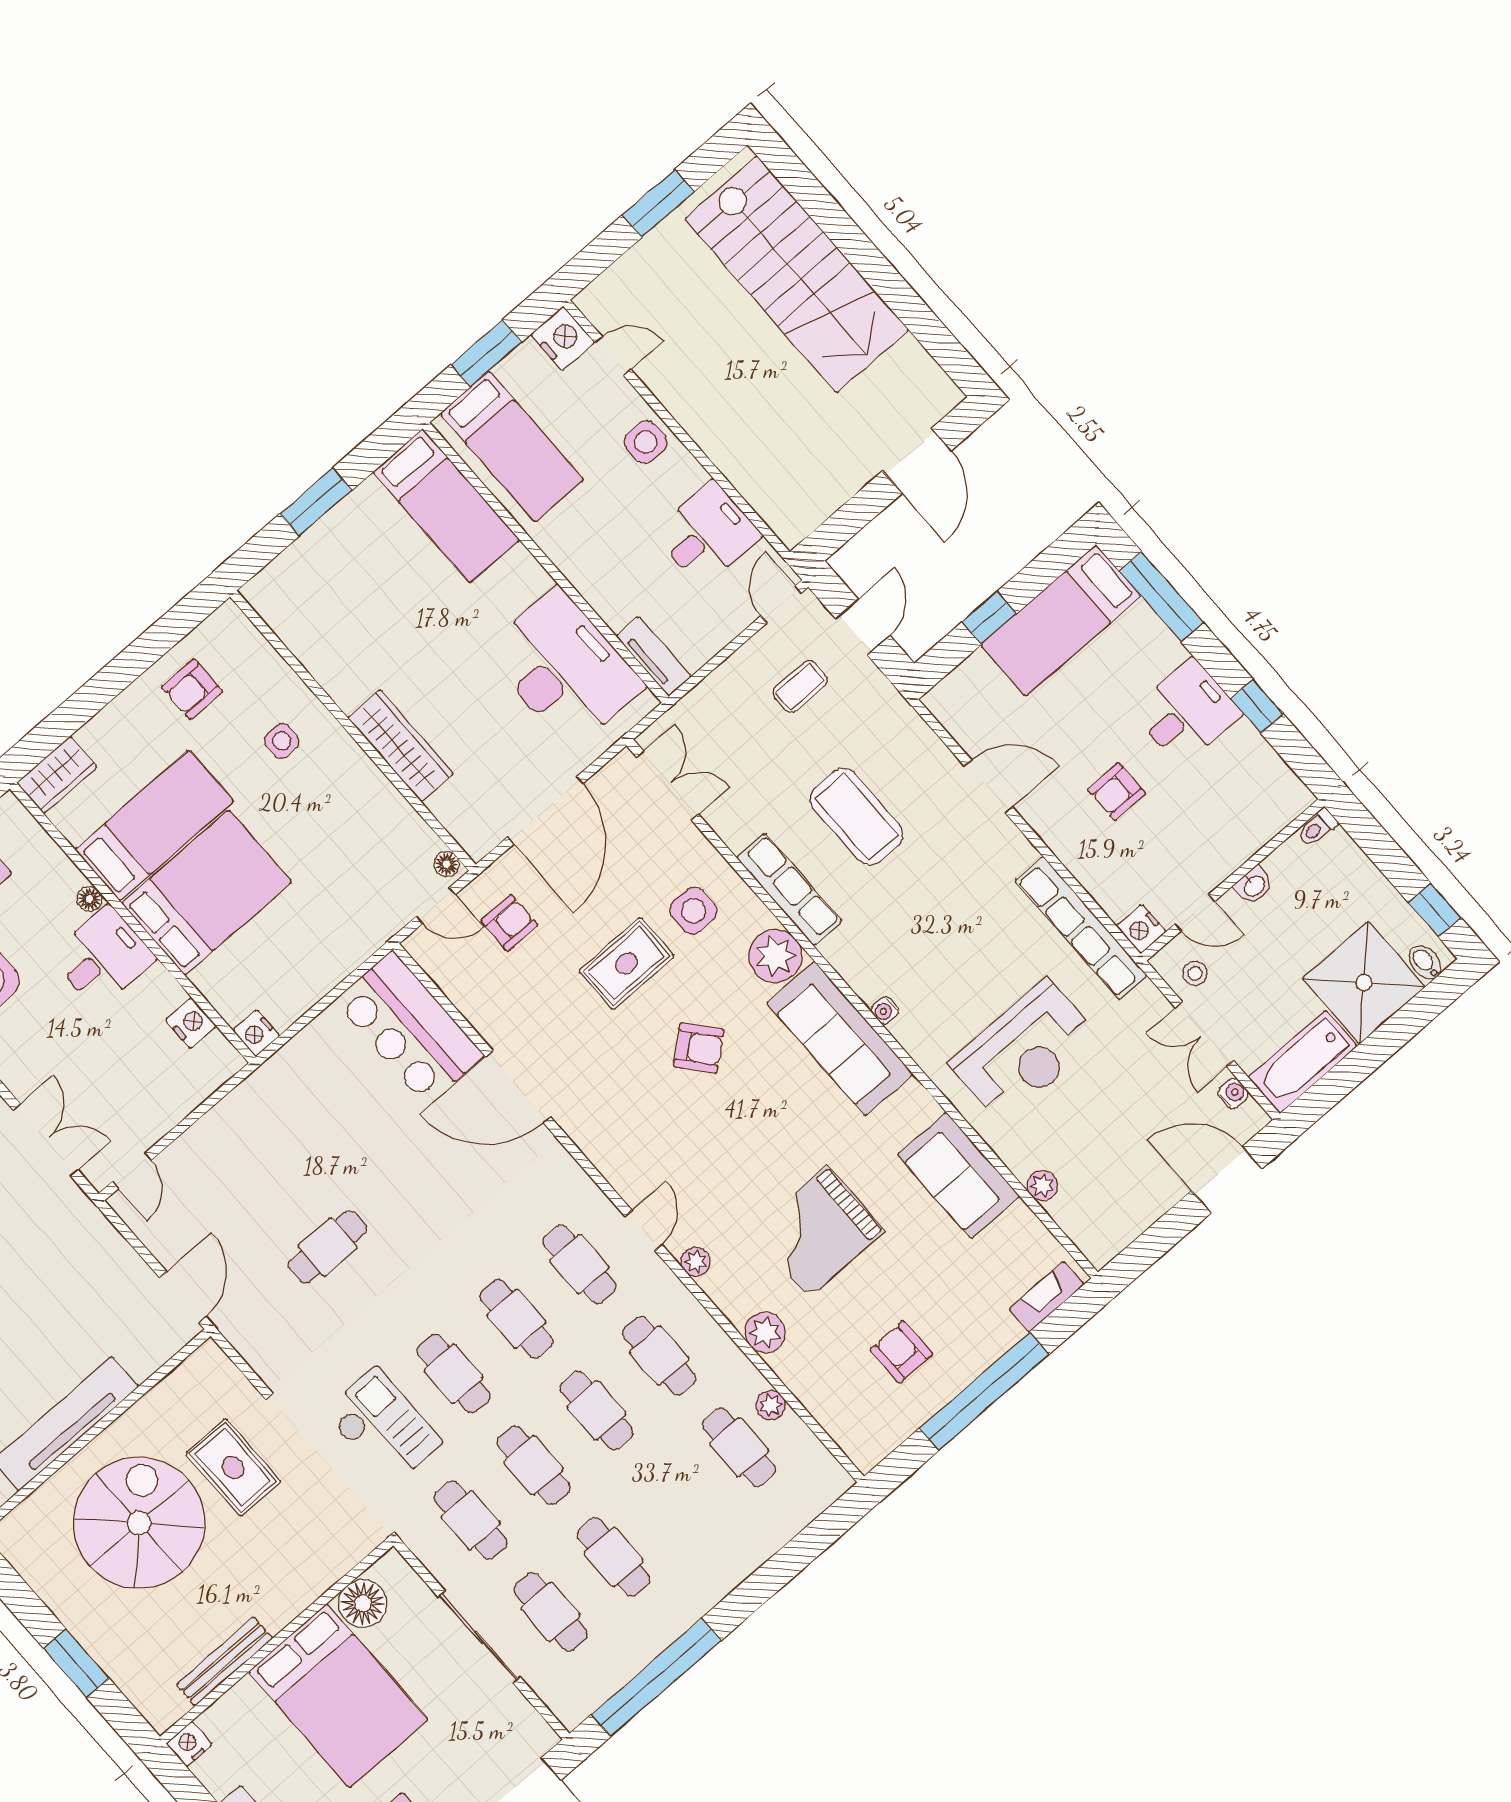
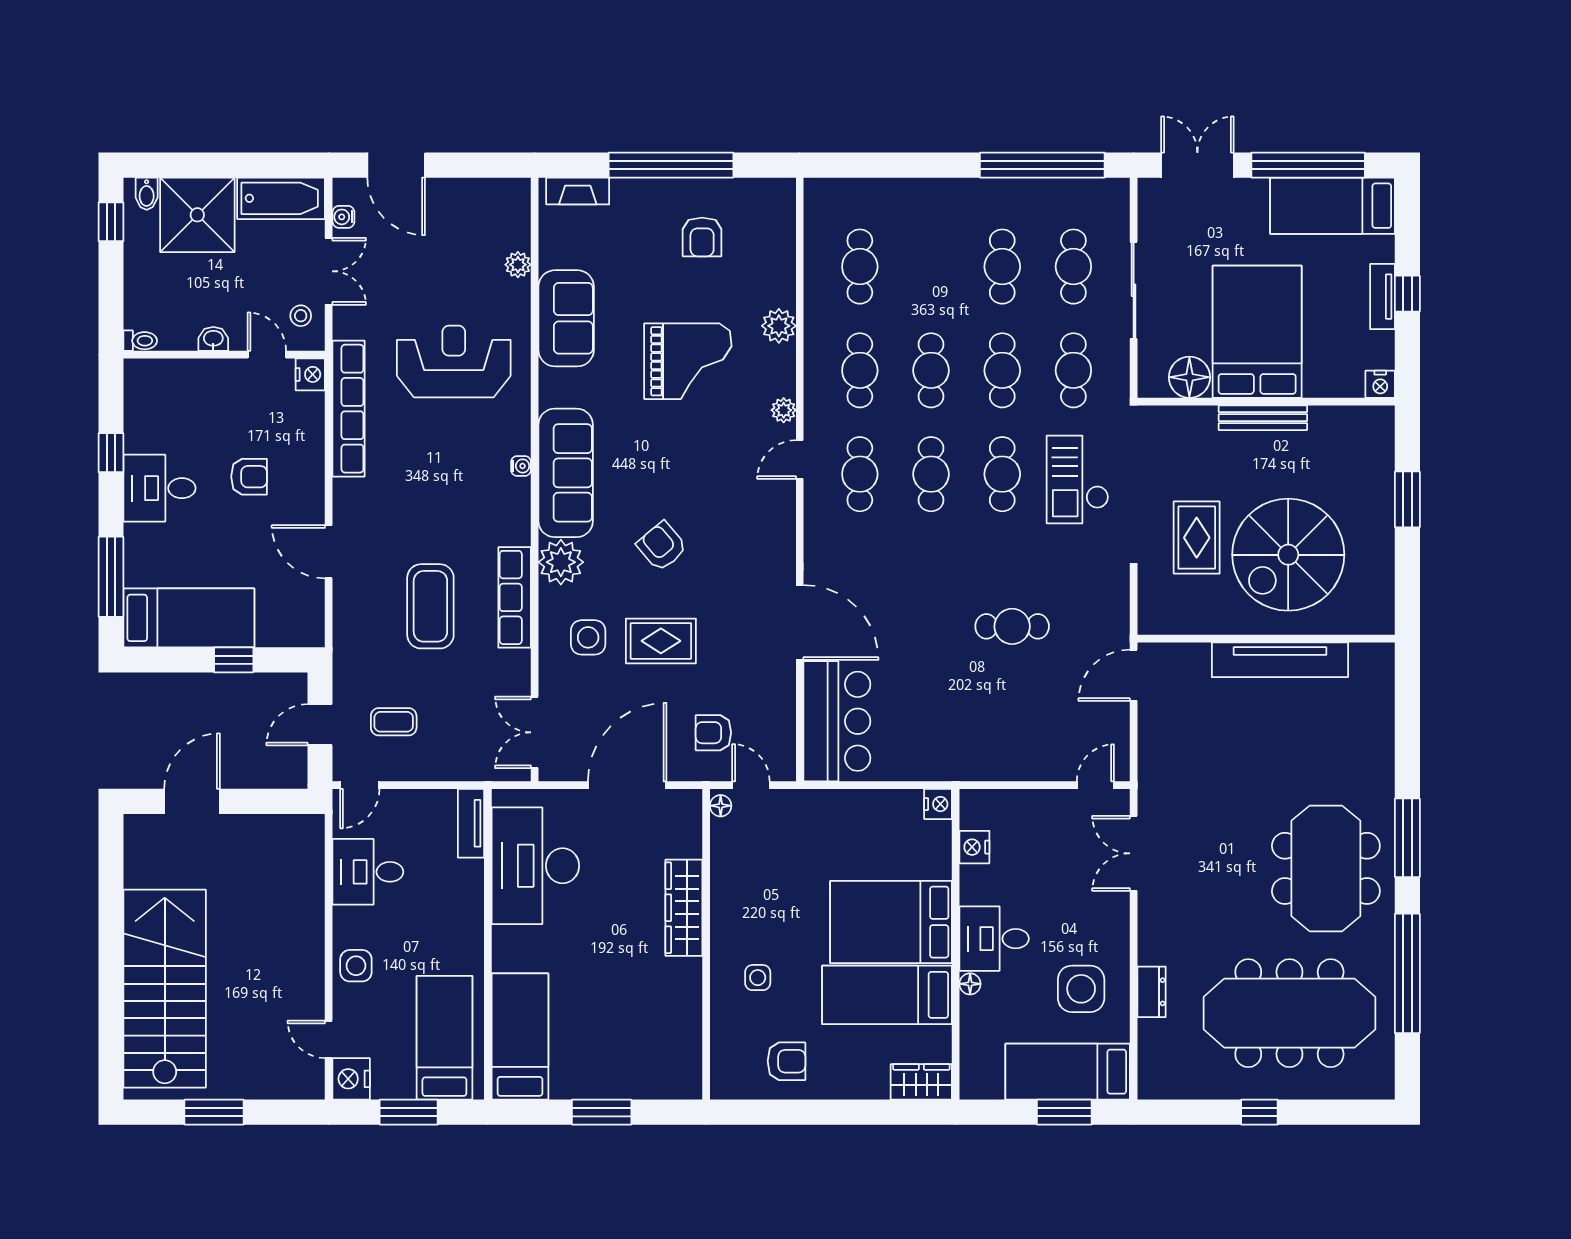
plant: (771, 1405) -> (816, 276), removed
bench: (225, 1661) -> (1263, 418), moved

